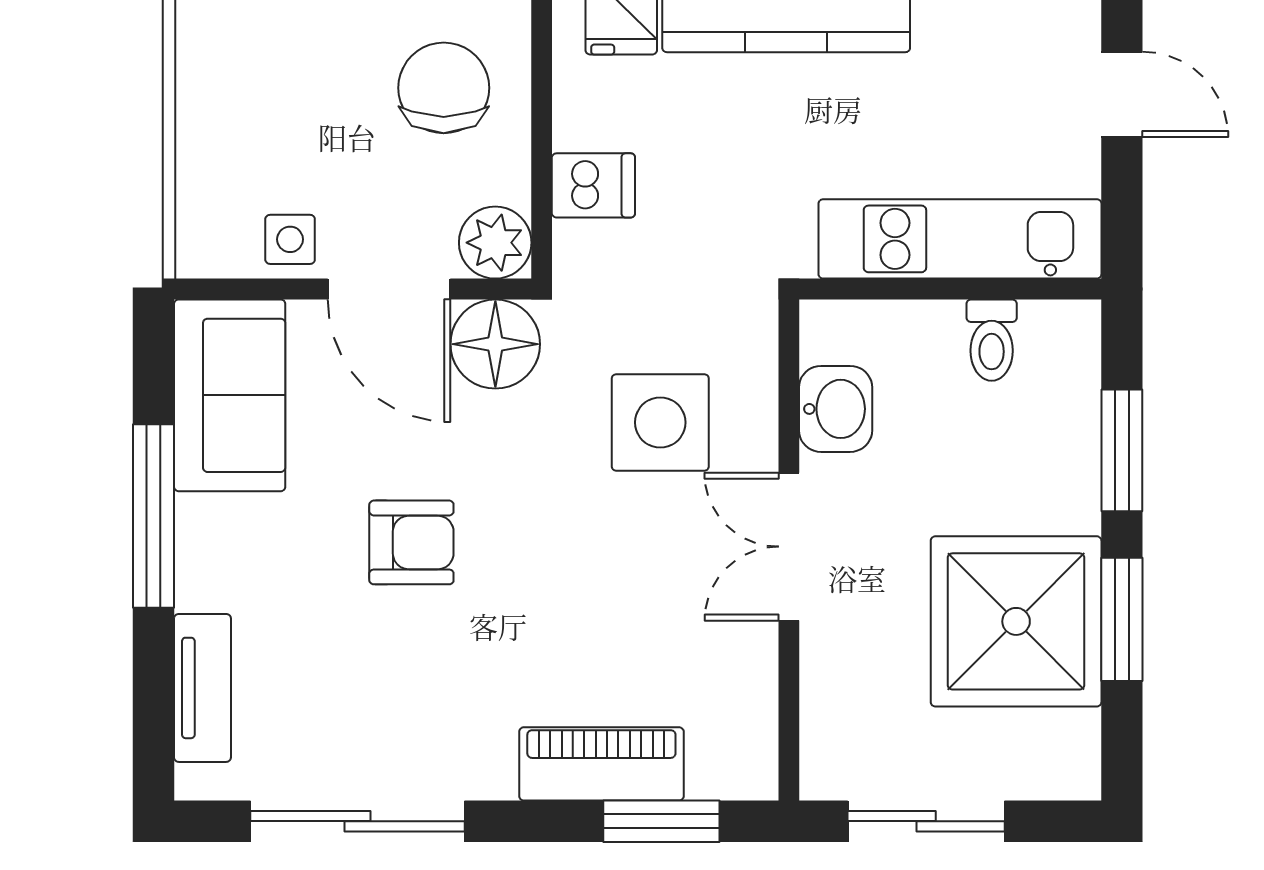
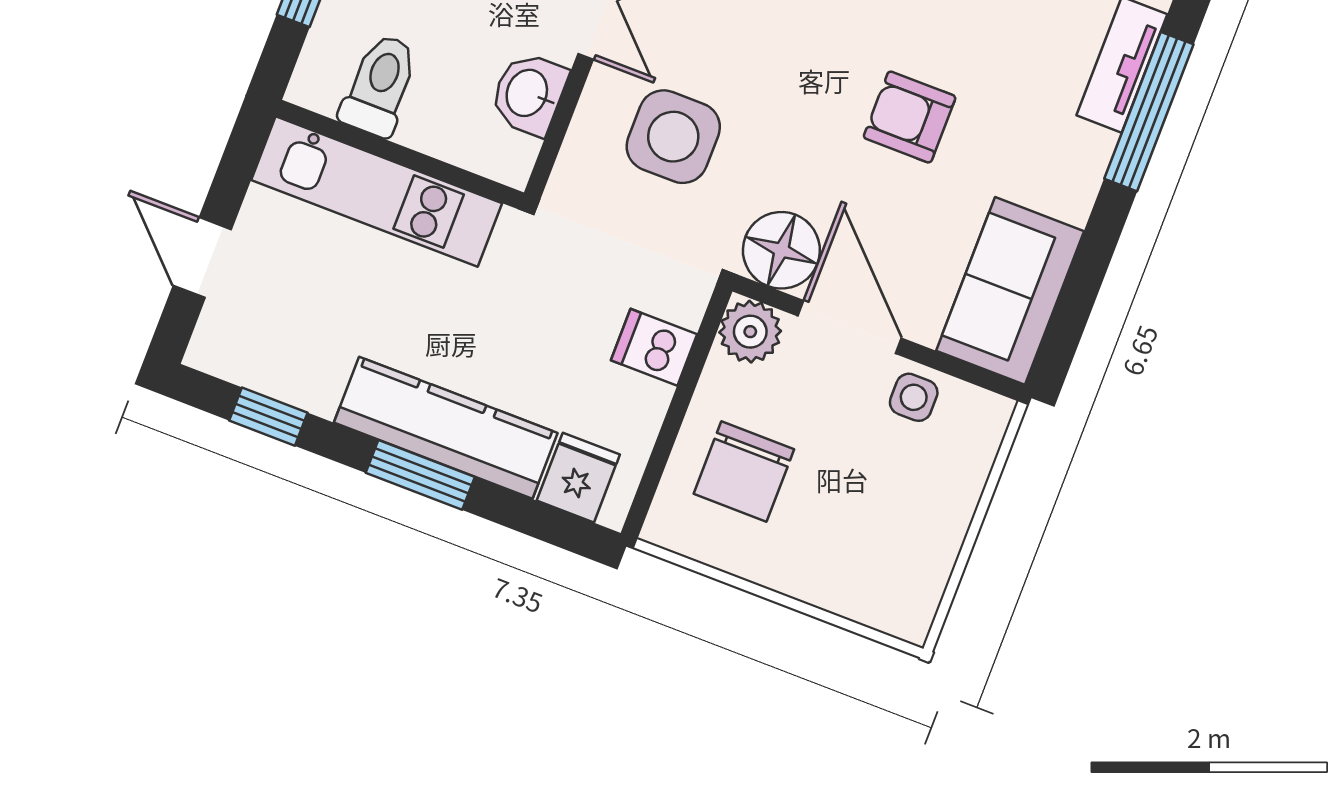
toilet: (992, 340) -> (380, 85), width x1.37, depth x1.39
window: (154, 516) -> (1149, 112), moved

